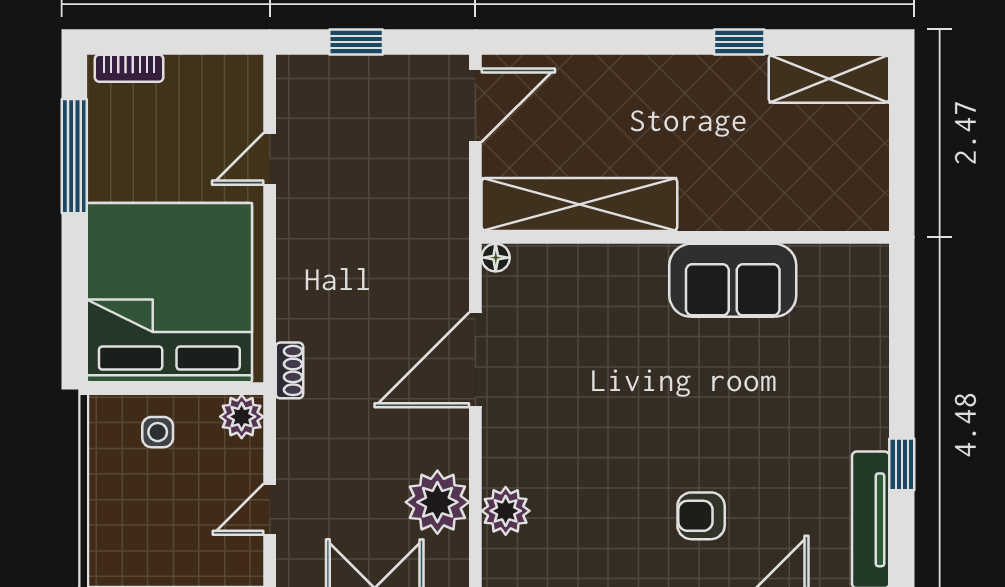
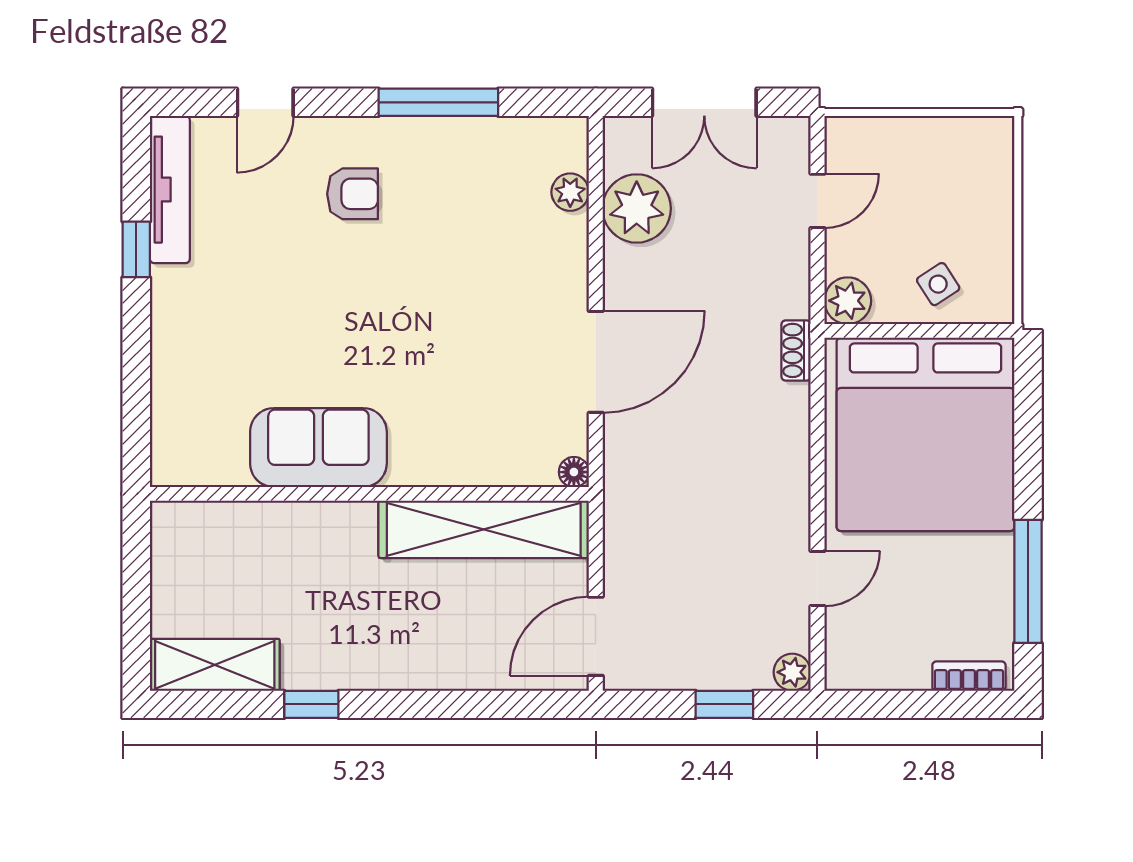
plant: (293, 72) -> (792, 672), added
side table: (158, 432) -> (938, 284), turned -33
plant: (506, 511) -> (570, 192), width x0.73, depth x0.73

